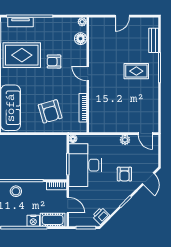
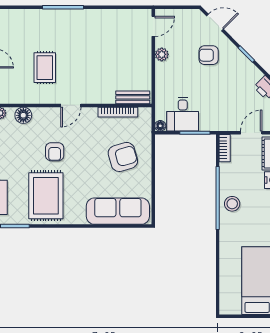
bench: (154, 40) -> (133, 97), moved
rug: (136, 71) -> (45, 68), moved
desk: (85, 165) -> (183, 114), width x0.53, depth x0.77
armchair: (124, 174) -> (209, 55), turned 180

